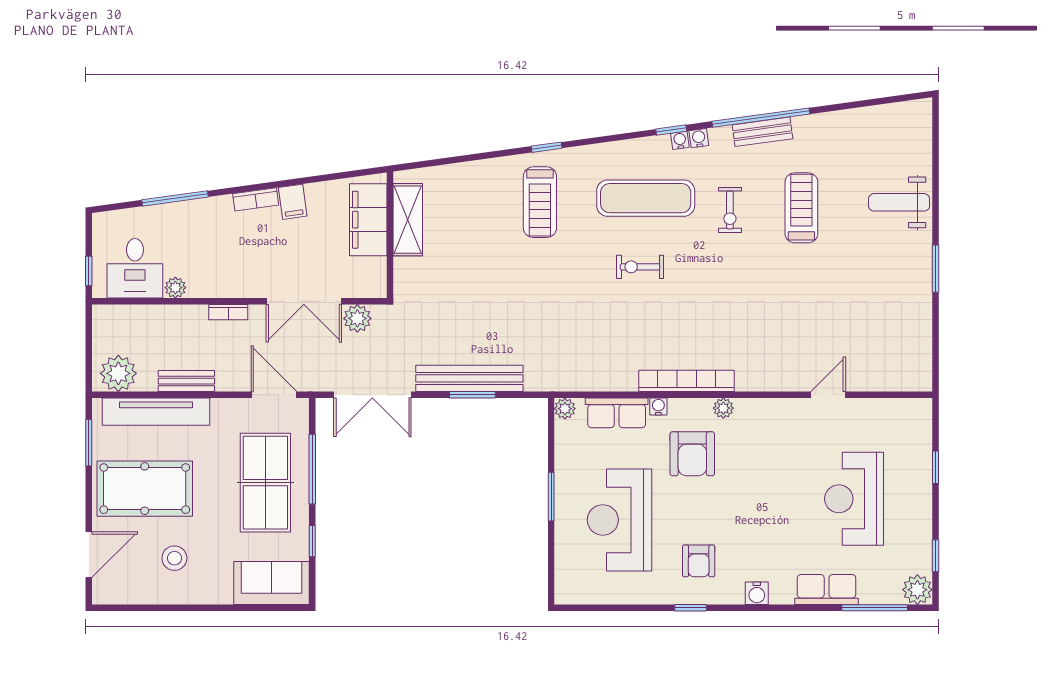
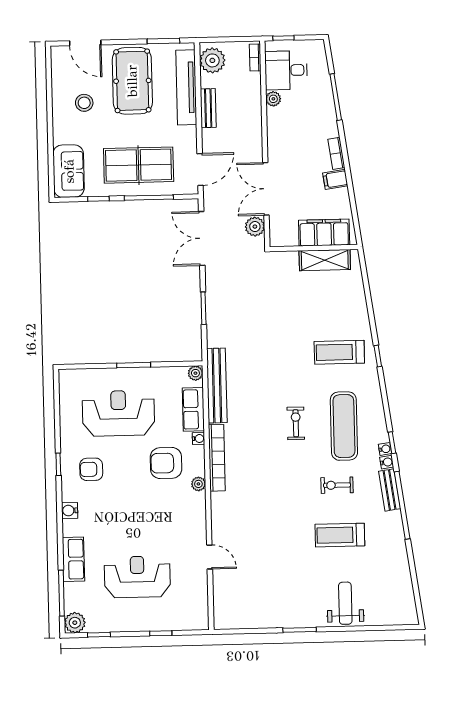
bench: (763, 132) -> (390, 490), moved
treadmill: (801, 208) -> (340, 535), turned 180
bookcase: (228, 312) -> (255, 58), moved
bench: (469, 378) -> (217, 386), moved

